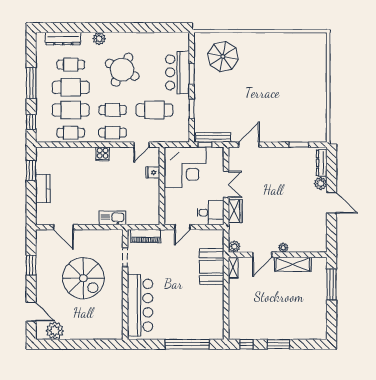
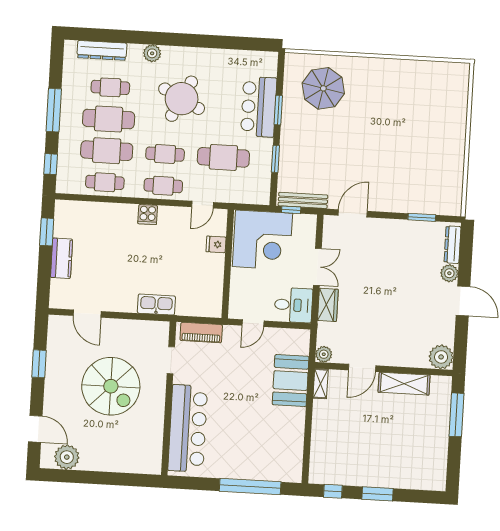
plant: (283, 248) -> (441, 357), moved, width x1.88, depth x1.88

